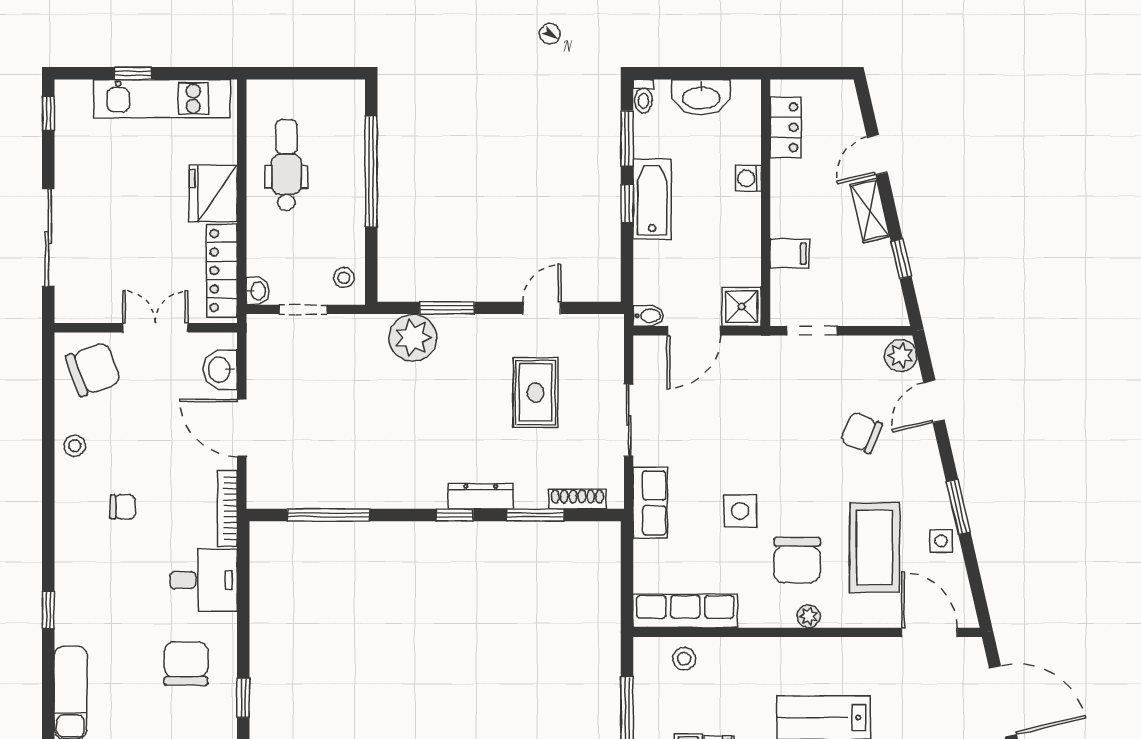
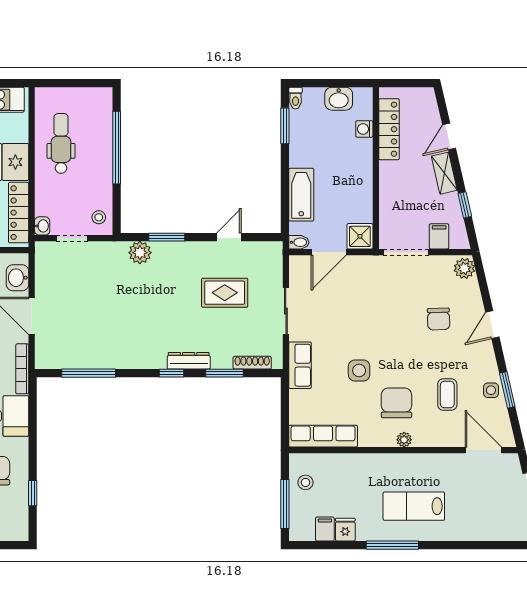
washbasin: (701, 97) -> (339, 99), width x0.72
locker: (786, 127) -> (389, 129), width x1.53
washing machine: (748, 178) -> (364, 129), moved
bathtub: (652, 199) -> (301, 195), moved
window: (627, 204) -> (285, 169), removed
filing cabinet: (790, 254) -> (439, 236), moved, turned -90
doorway: (812, 331) -> (406, 252), width x1.38
plant: (413, 338) -> (140, 253), width x0.73, depth x0.73
rug: (536, 393) -> (225, 293), turned 90
door: (934, 401) -> (492, 325), moved
chair: (861, 433) -> (439, 319), turned -115
window: (958, 507) -> (507, 390), moved
coffee table: (875, 548) -> (447, 395), width x0.54, depth x0.58
chair: (797, 560) -> (396, 403), turned 180
stool: (684, 659) -> (305, 482), moved

